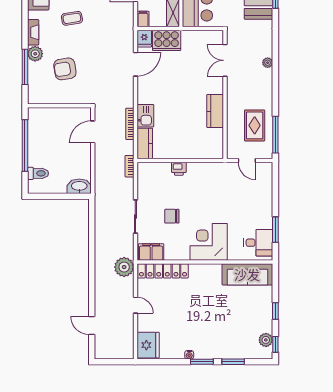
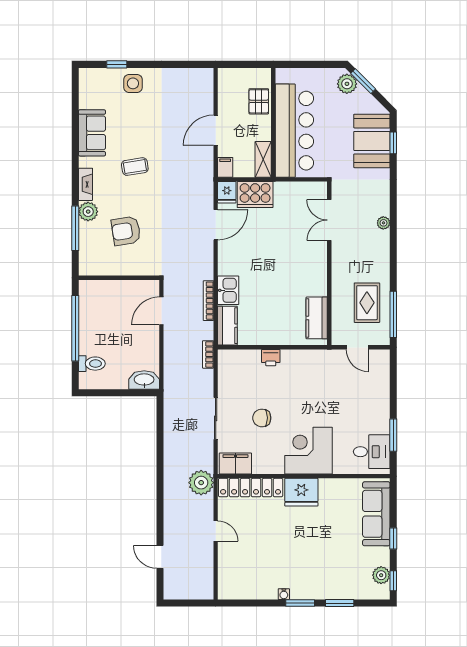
kitchen counter: (215, 111) -> (317, 318), moved
sofa: (247, 274) -> (376, 514), moved, turned 90
fridge: (148, 345) -> (301, 492), moved, turned 90

